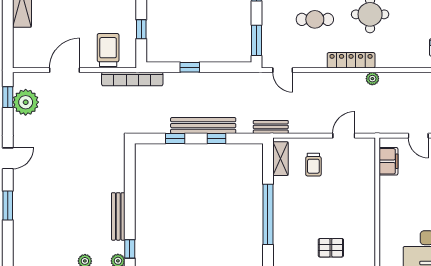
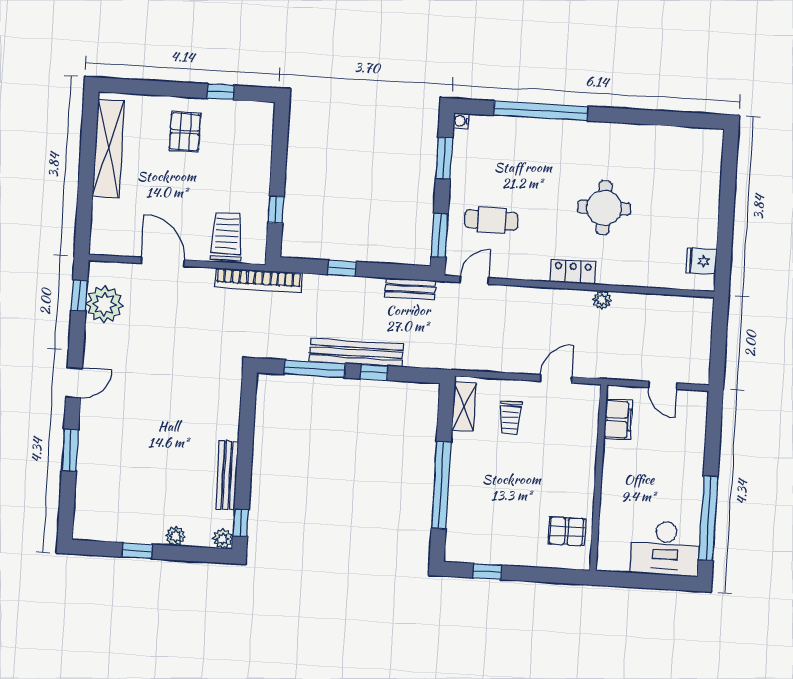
cafe table: (315, 19) -> (491, 220), moved
locker: (351, 60) -> (573, 272), width x0.66
door: (65, 70) -> (163, 262), hinge flipped
door: (283, 70) -> (474, 280), swing flipped
bench: (271, 127) -> (410, 289), moved
window: (175, 139) -> (315, 369), width x2.17
pallet: (331, 248) -> (566, 531), moved

